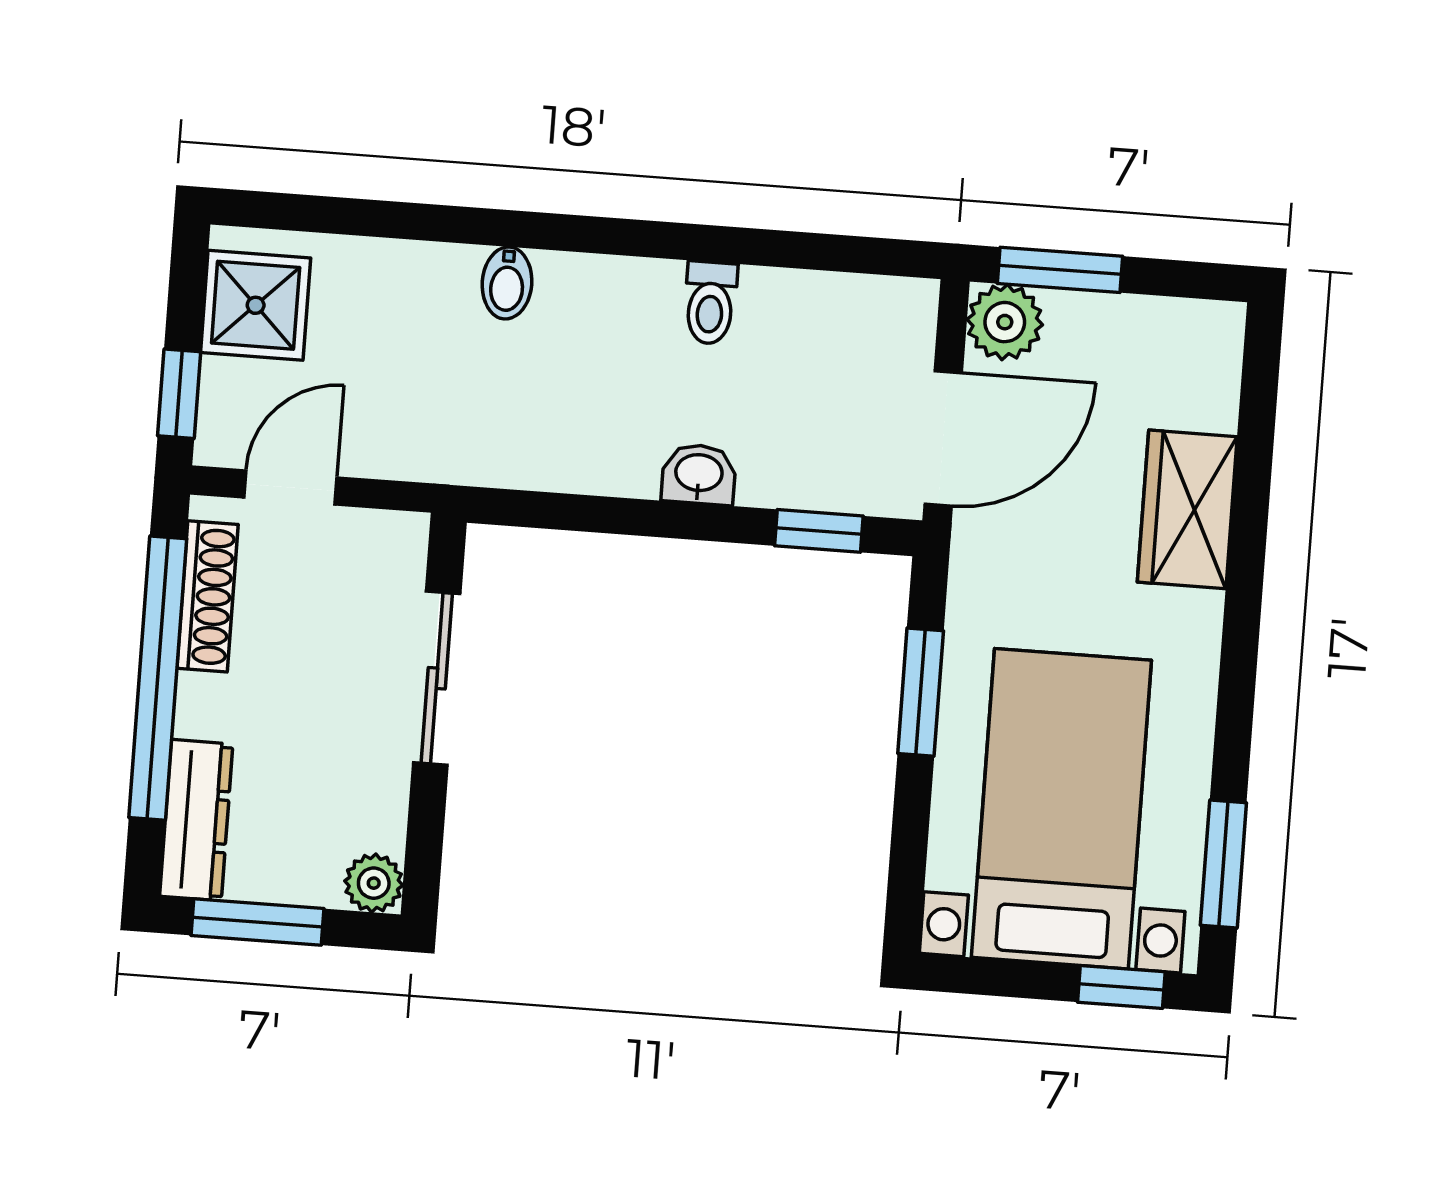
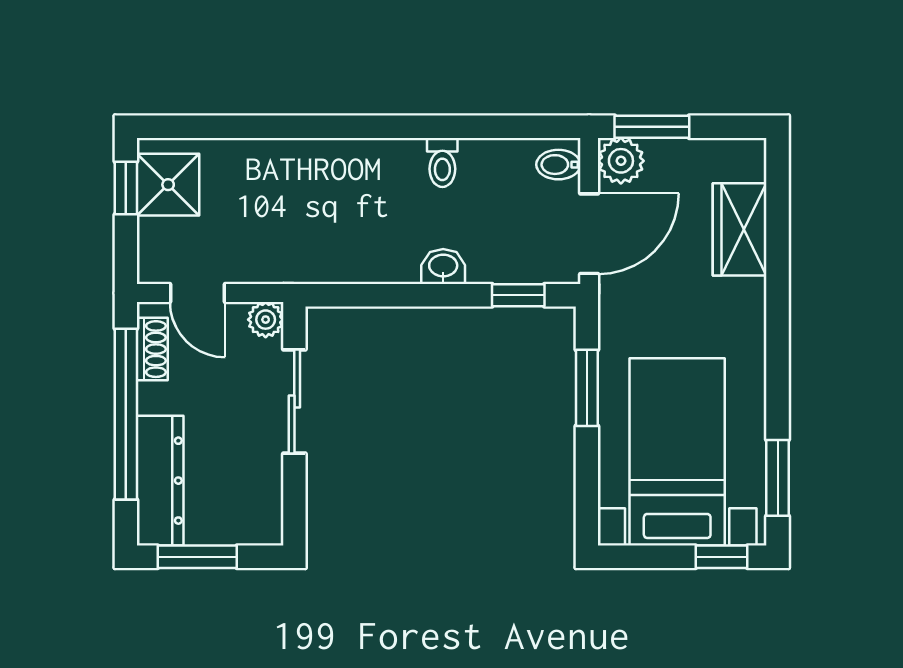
bidet: (507, 283) -> (558, 165), moved, turned 90
window: (179, 394) -> (126, 188), moved
door: (291, 487) -> (197, 293), swing flipped
wardrobe: (1187, 509) -> (740, 229), moved
shoe rack: (207, 596) -> (152, 349), width x0.70
dresser: (196, 820) -> (160, 481), width x1.37, depth x1.24
plant: (374, 883) -> (266, 320), moved

